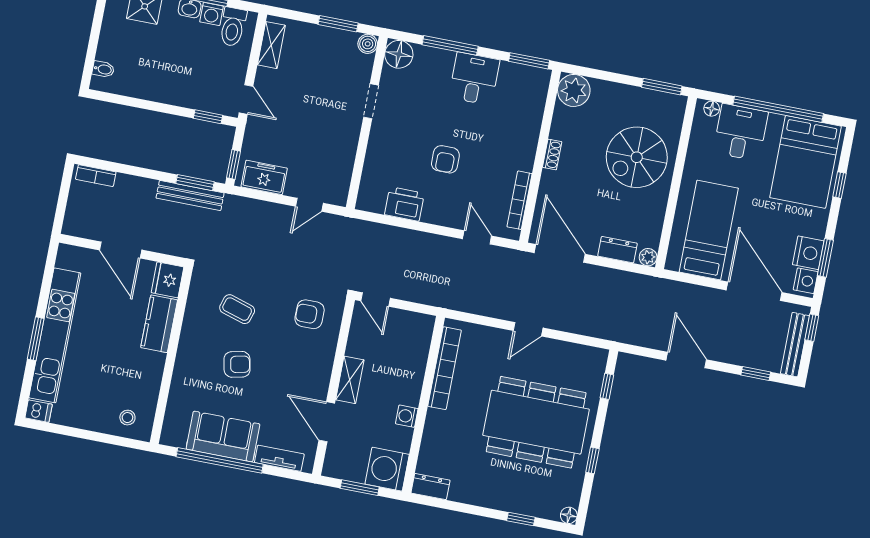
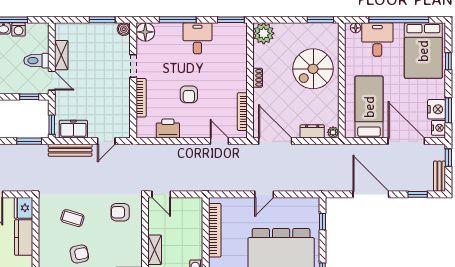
toilet: (233, 27) -> (36, 61), moved, turned 90
shelving: (271, 45) -> (61, 55), moved
bookcase: (374, 151) -> (141, 98), added
bench: (190, 195) -> (70, 150), moved
bench: (795, 345) -> (440, 176), width x0.73
door: (686, 360) -> (371, 194), width x1.36

